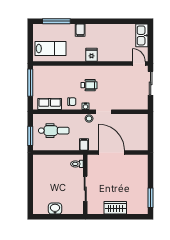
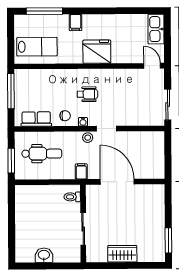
fridge: (91, 55) -> (97, 52), width x1.88, depth x1.34
sliding door: (151, 83) -> (168, 105), moved

